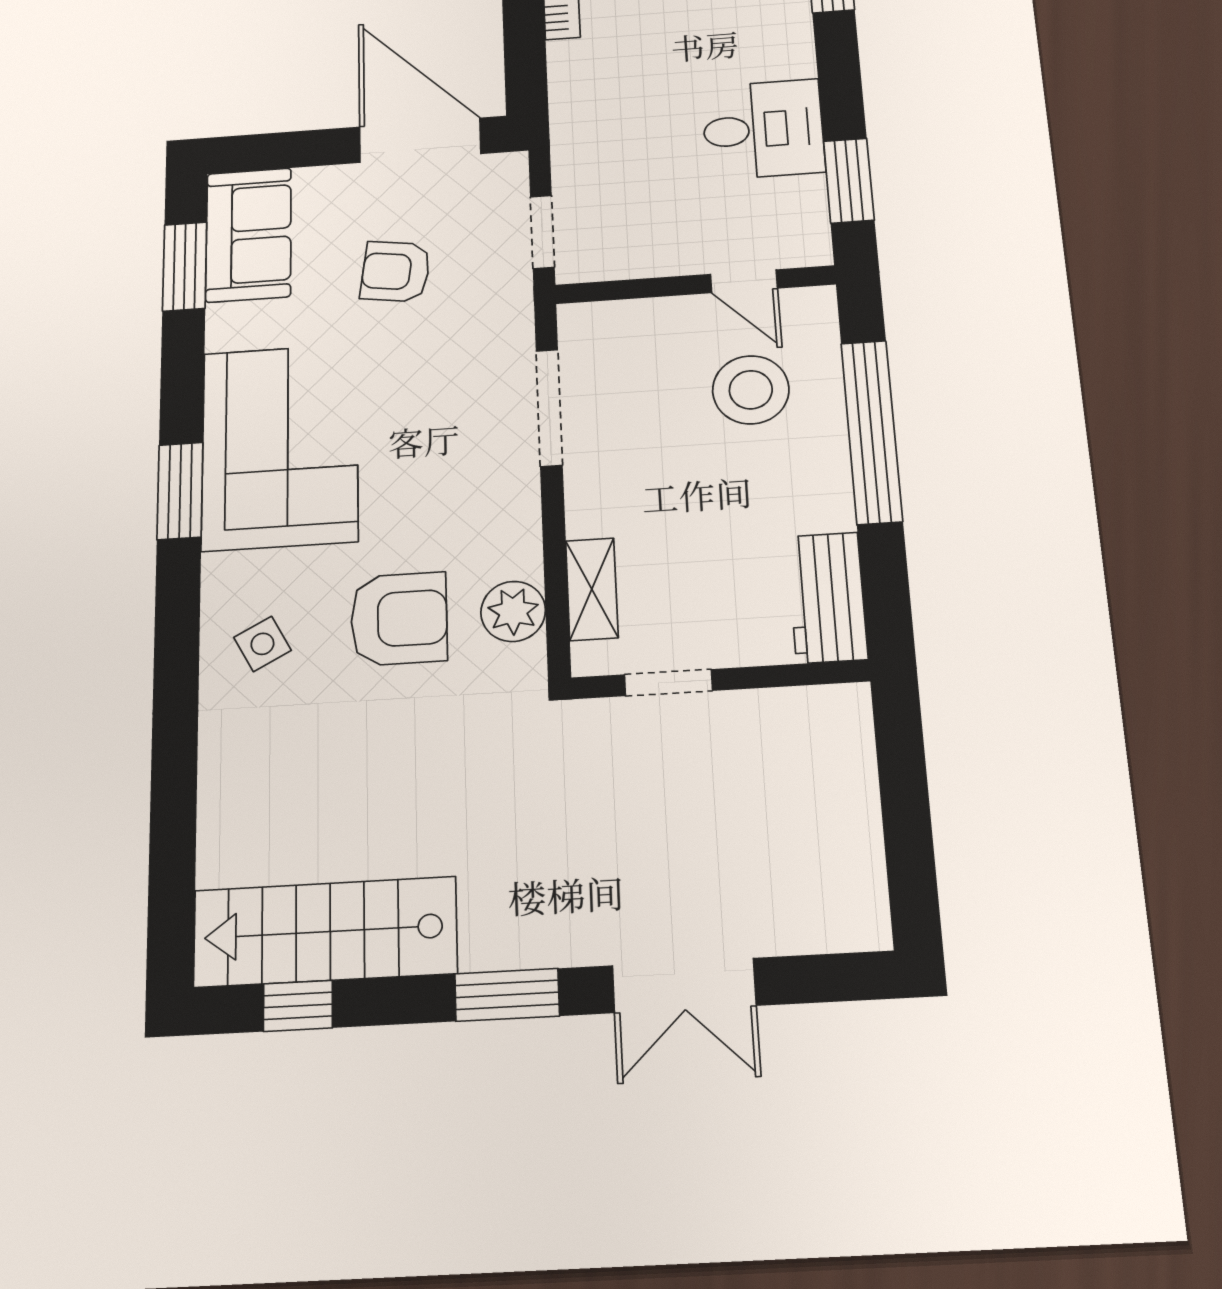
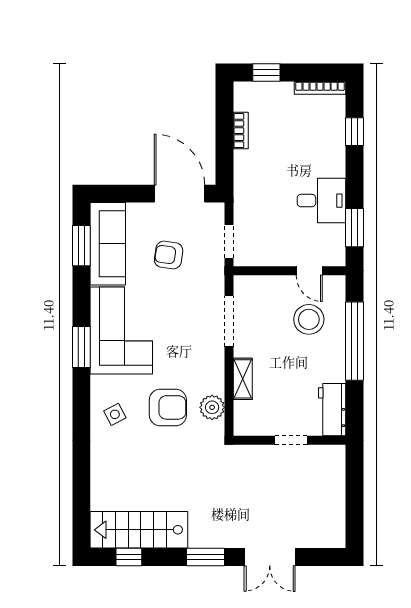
sofa: (249, 235) -> (108, 244), width x1.36
shelving: (592, 589) -> (243, 379), moved
doorway: (668, 683) -> (291, 440), moved

